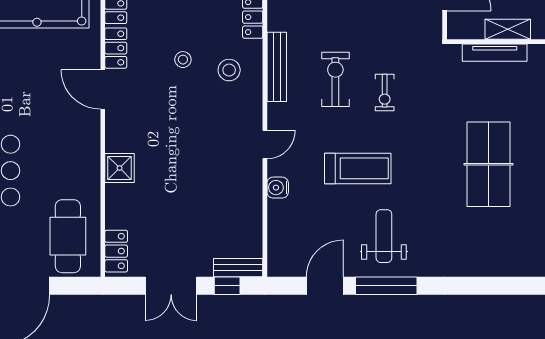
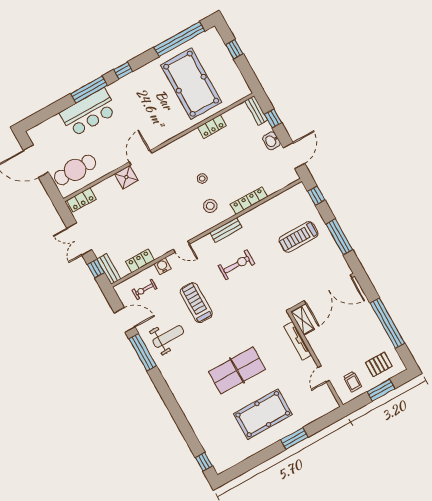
shelving: (508, 29) -> (302, 321), moved
locker: (116, 48) -> (140, 261), moved, turned 180
bench: (277, 67) -> (226, 230), width x0.73
door: (103, 90) -> (140, 158), moved
exercise bike: (385, 92) -> (145, 289), moved
treadmill: (358, 168) -> (196, 303), turned 180

